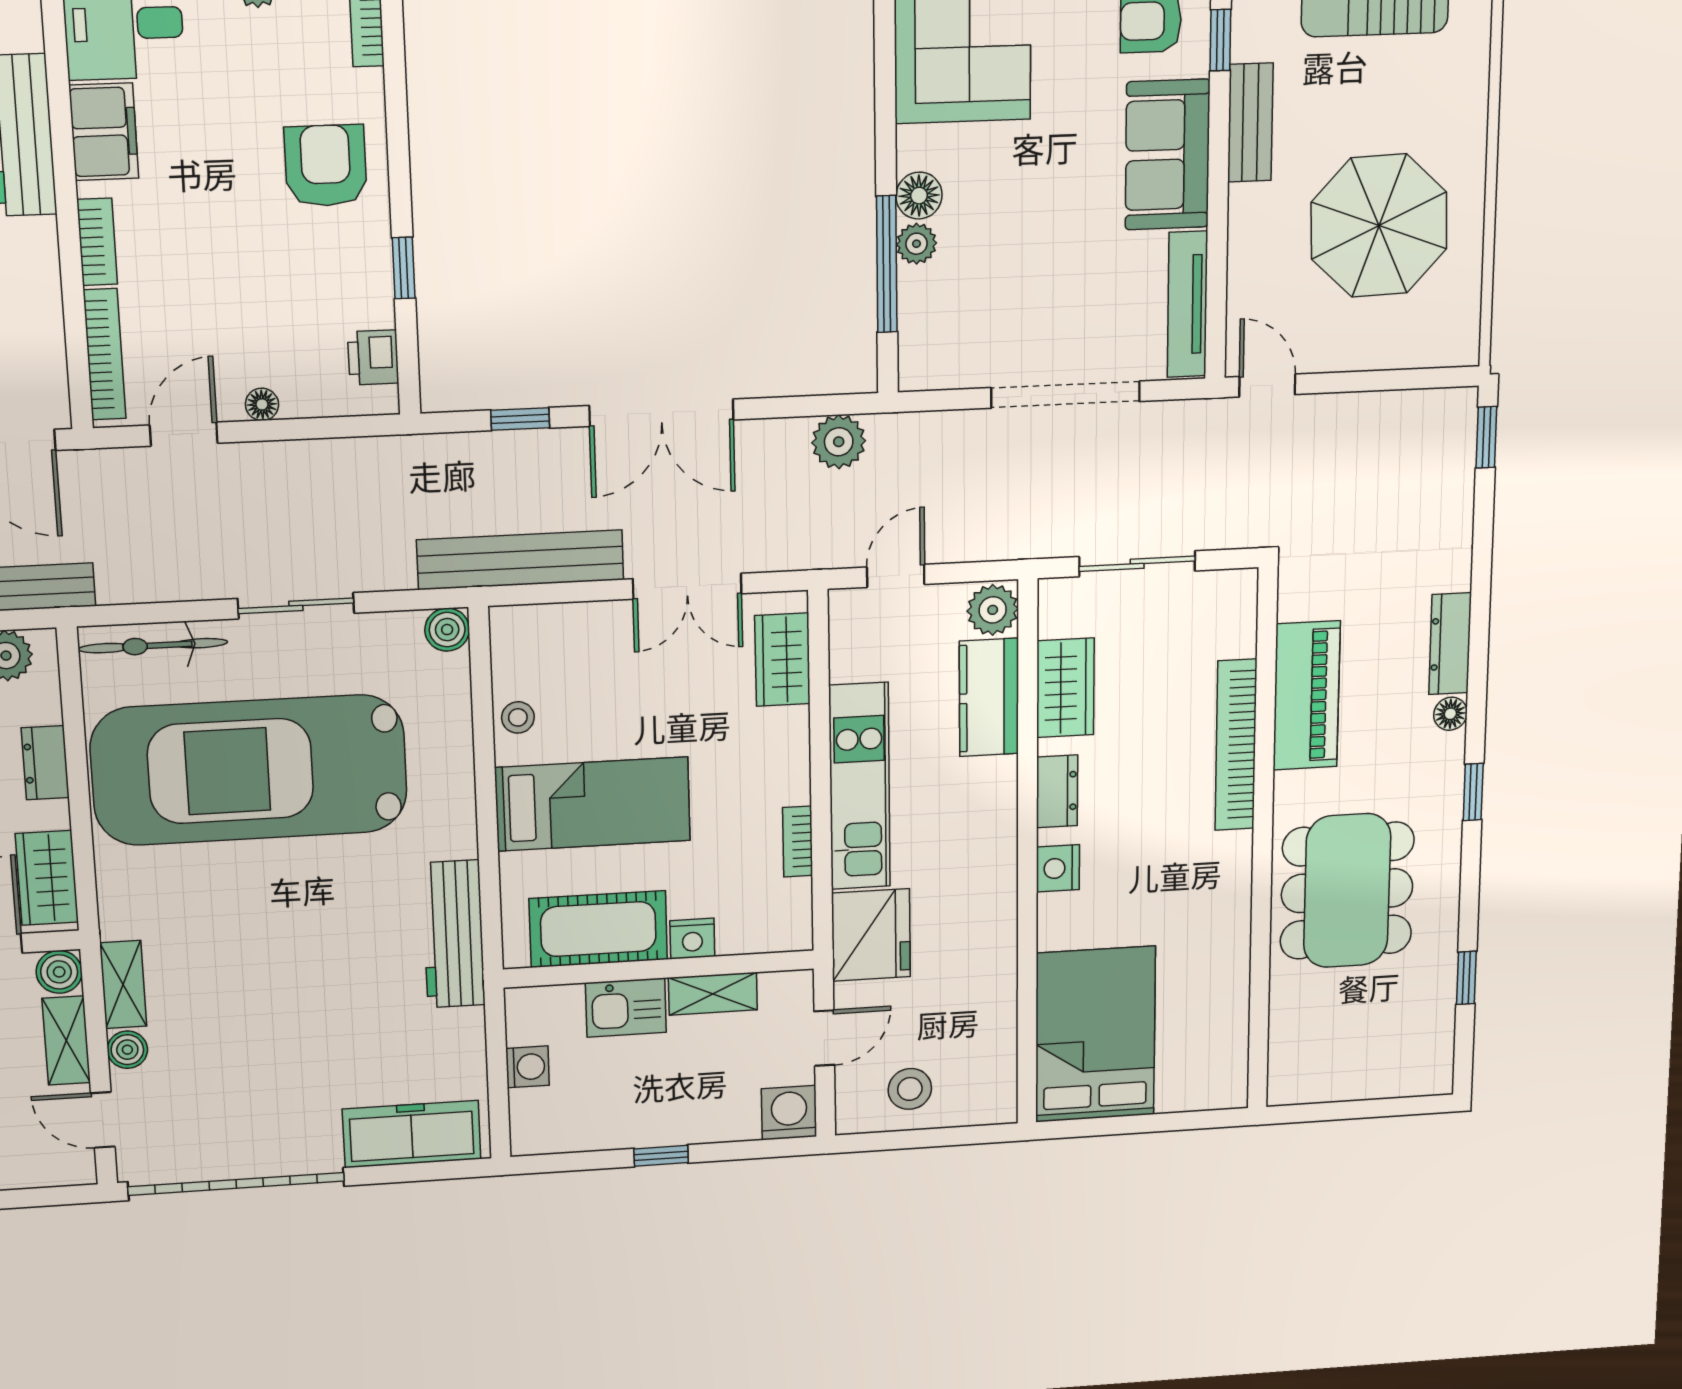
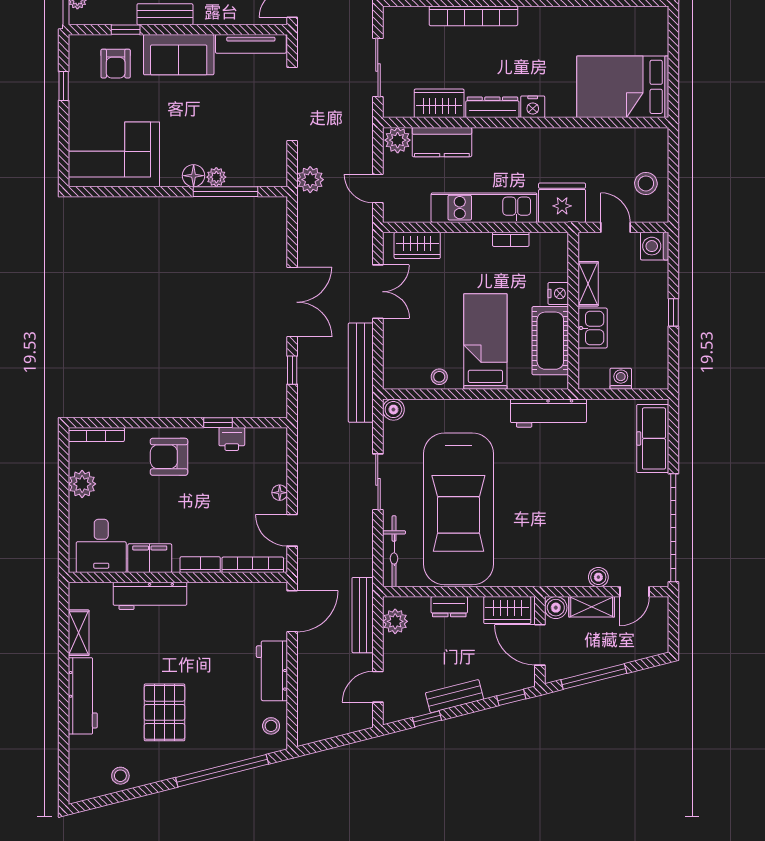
printer: (373, 357) -> (232, 439), moved
plant: (839, 442) -> (310, 180), moved
dresser: (1057, 791) -> (492, 107), width x1.44
shelving: (123, 984) -> (564, 577), removed

